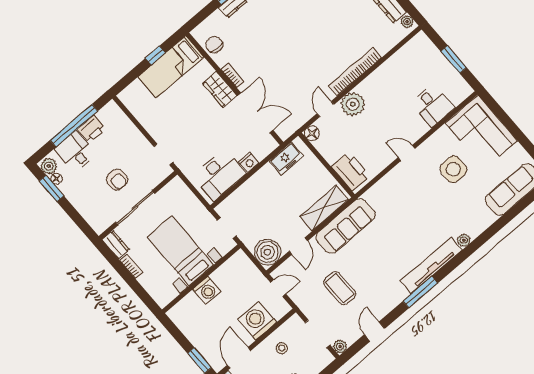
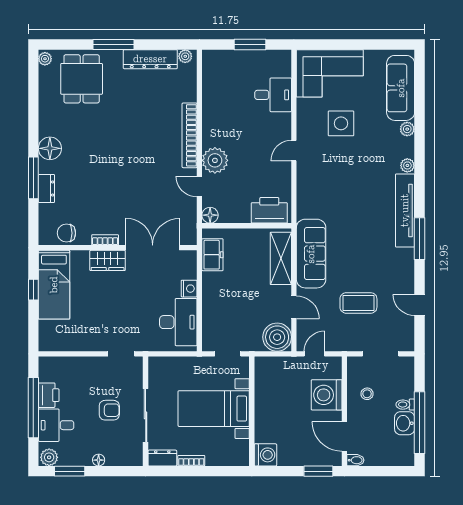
floor lamp: (56, 179) -> (99, 460), moved
washing machine: (207, 290) -> (265, 455), moved
plant: (340, 346) -> (407, 129), moved

